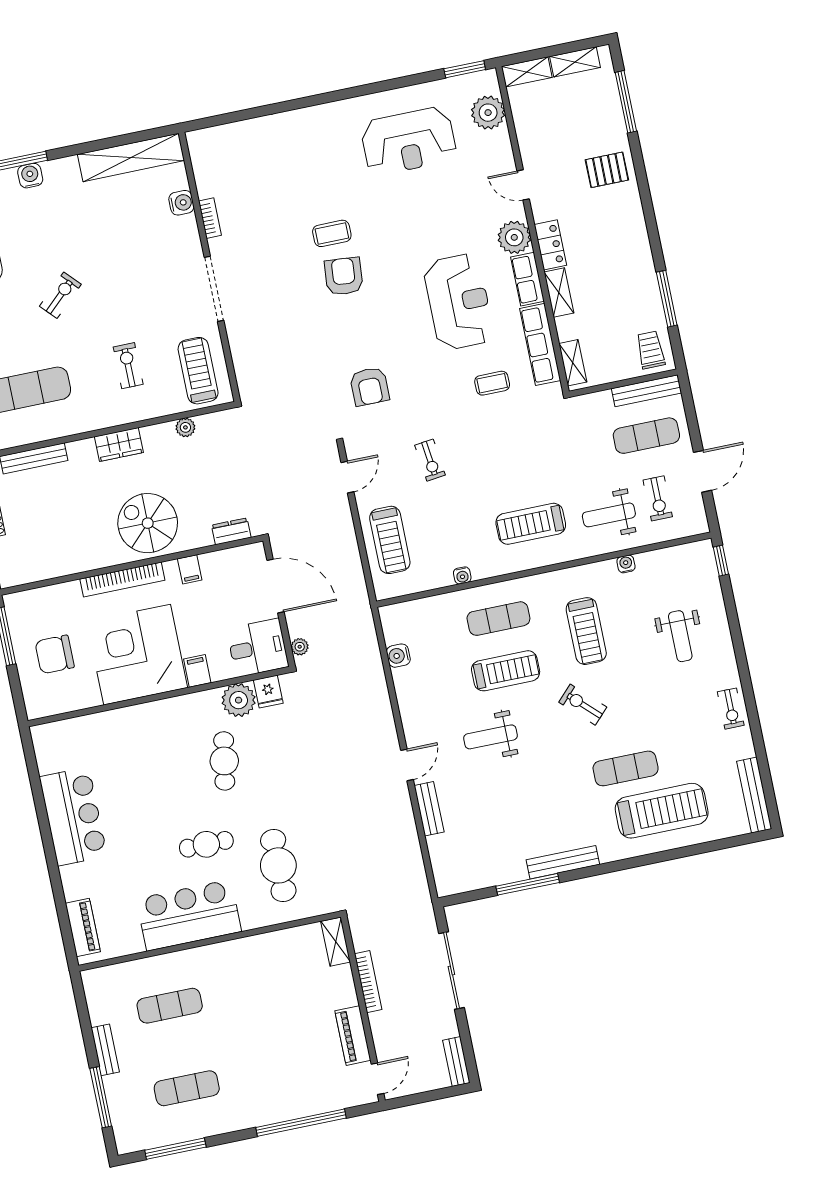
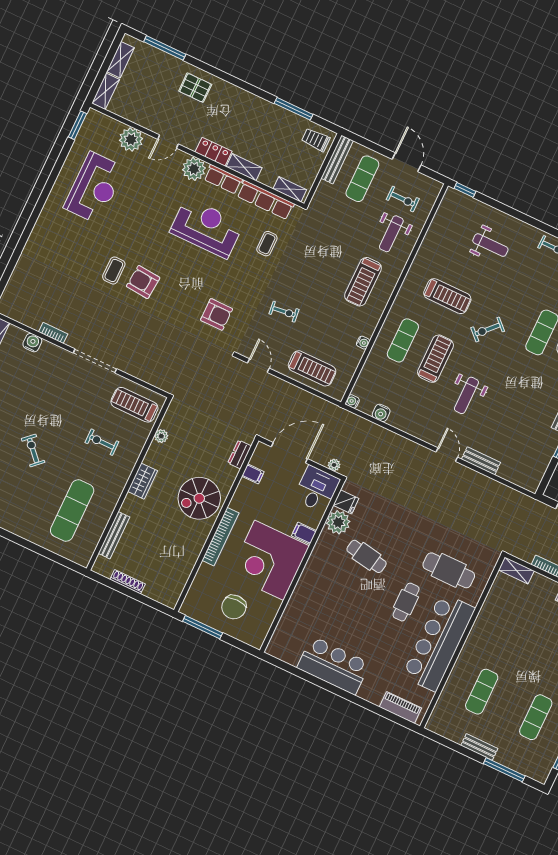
plant: (488, 113) -> (131, 139), moved
pallet: (607, 170) -> (195, 88), turned 90
water cooler: (626, 564) -> (352, 401), moved
filing cabinet: (190, 569) -> (253, 474), moved
bar counter: (189, 915) -> (439, 642), width x1.36

